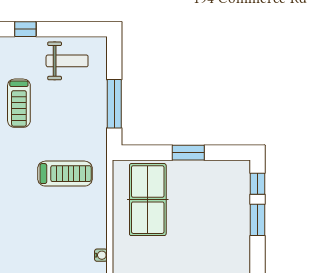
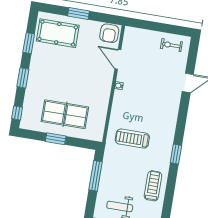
table tennis table: (148, 200) -> (65, 114), moved, turned 90
window: (257, 220) -> (23, 78), moved

